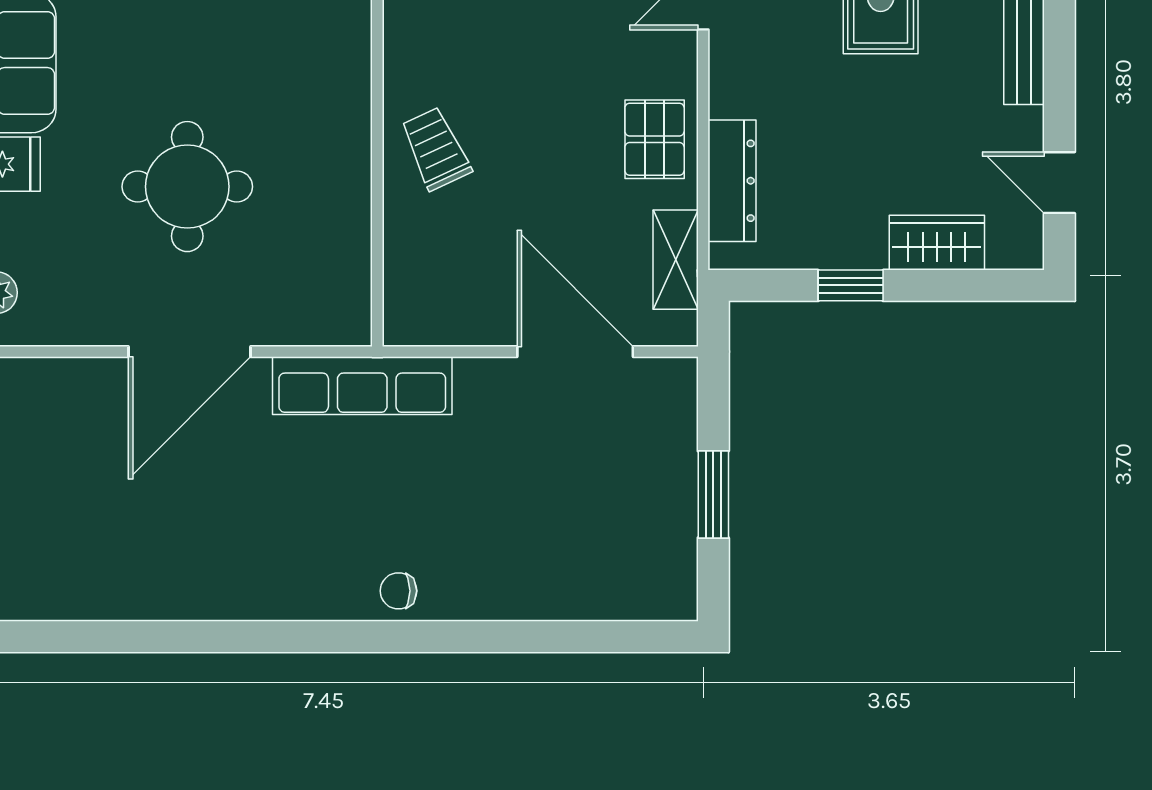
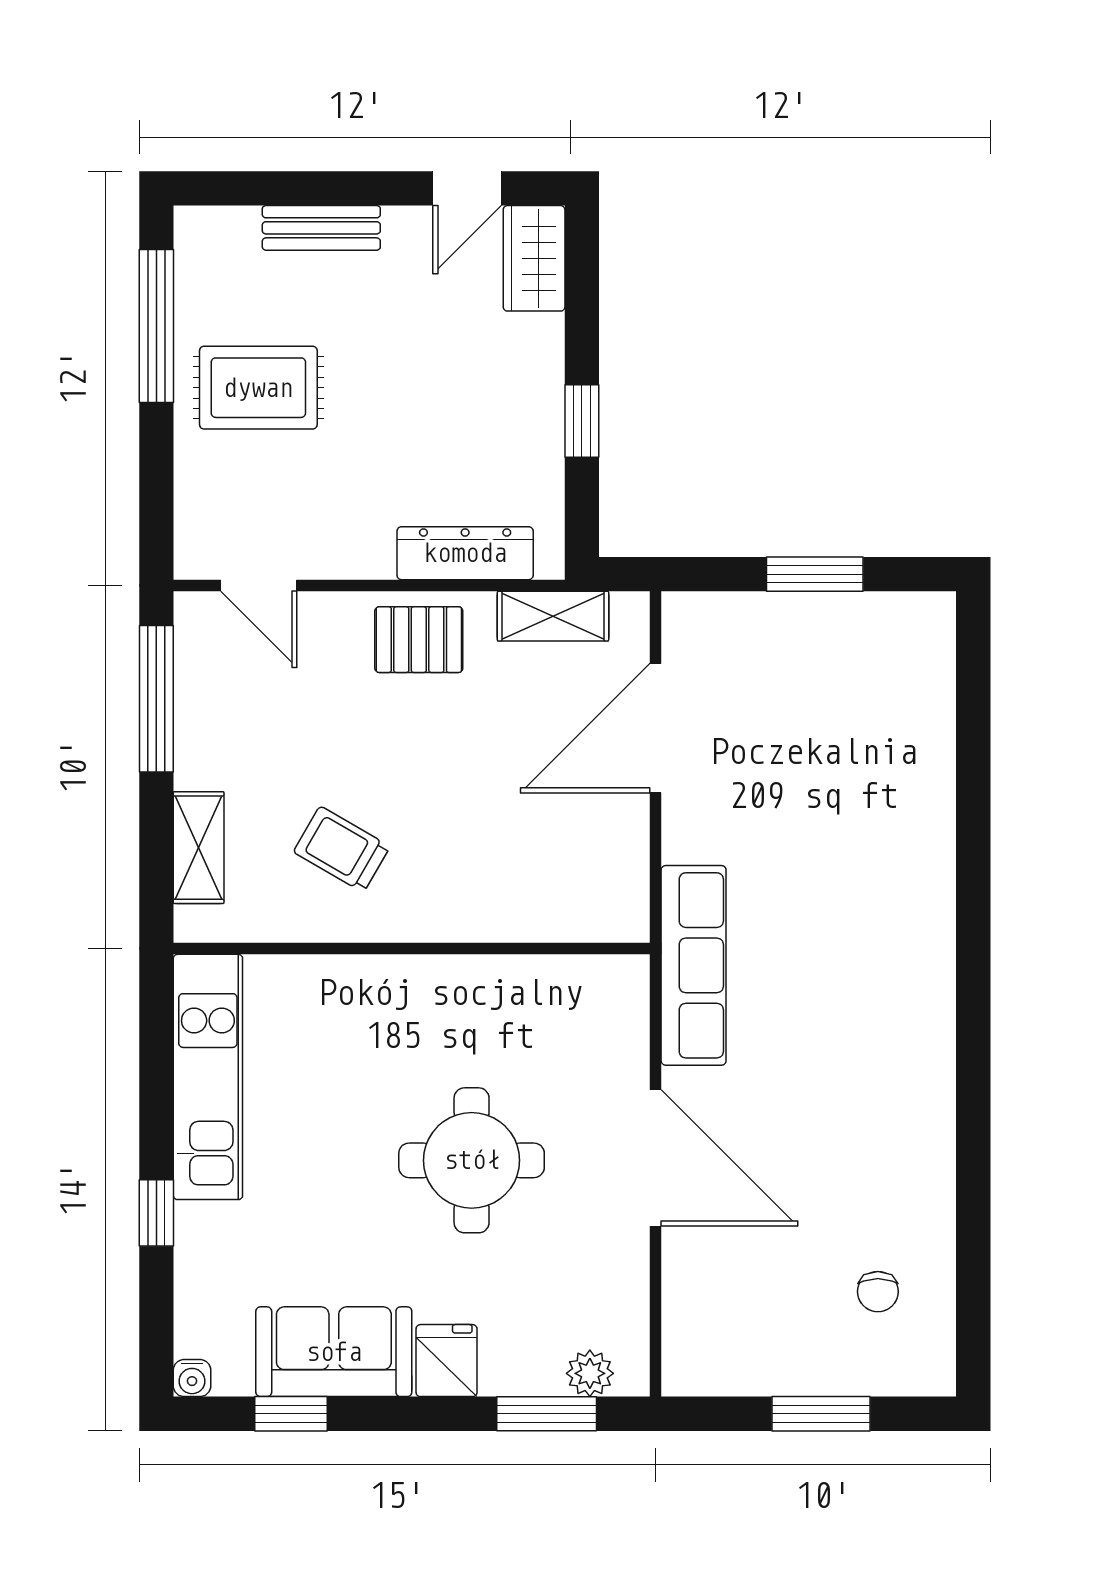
trolley: (436, 149) -> (342, 849), moved, turned 55
wardrobe: (937, 243) -> (534, 258), moved
chair: (398, 591) -> (878, 1292), moved

